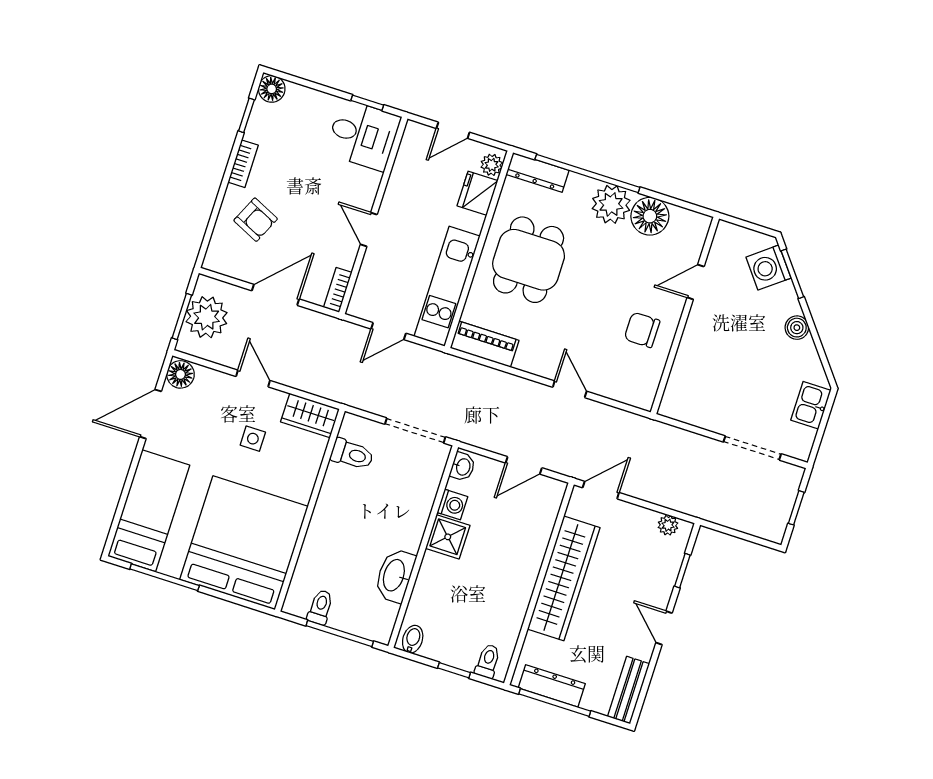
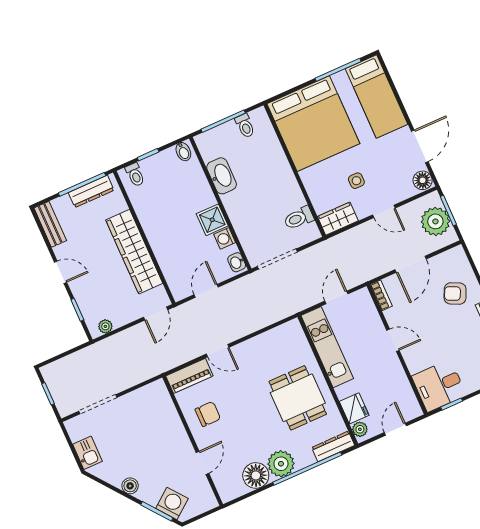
piano: (485, 344) -> (189, 376), moved

